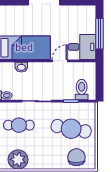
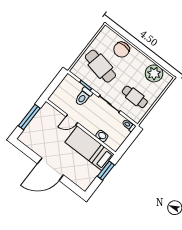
desk: (82, 47) -> (49, 117), removed
toilet: (82, 90) -> (83, 97), moved
chair: (76, 157) -> (122, 50), moved

